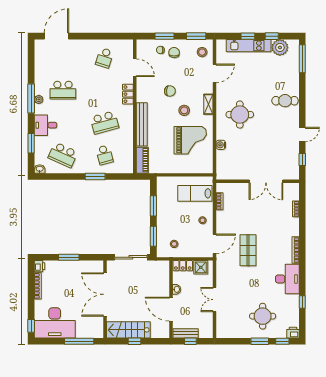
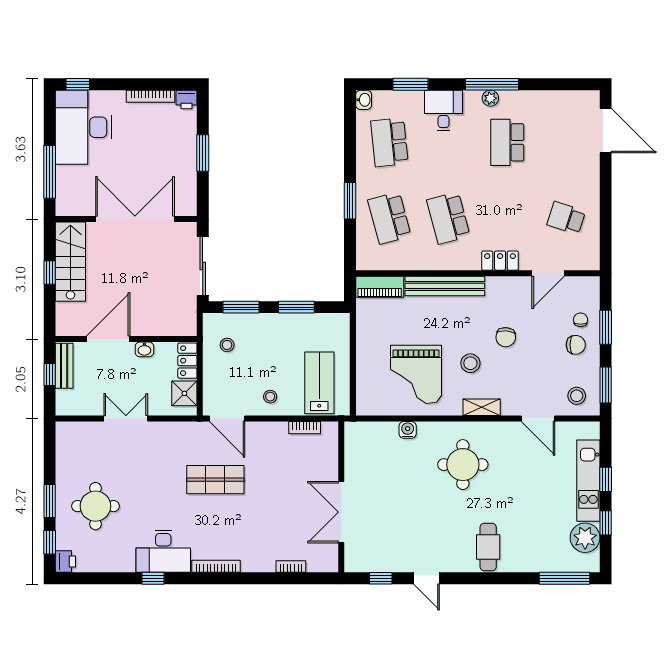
school desk: (63, 155) -> (389, 142), turned -30
school desk: (104, 155) -> (389, 218), width x1.85
window: (302, 302) -> (153, 578), moved

